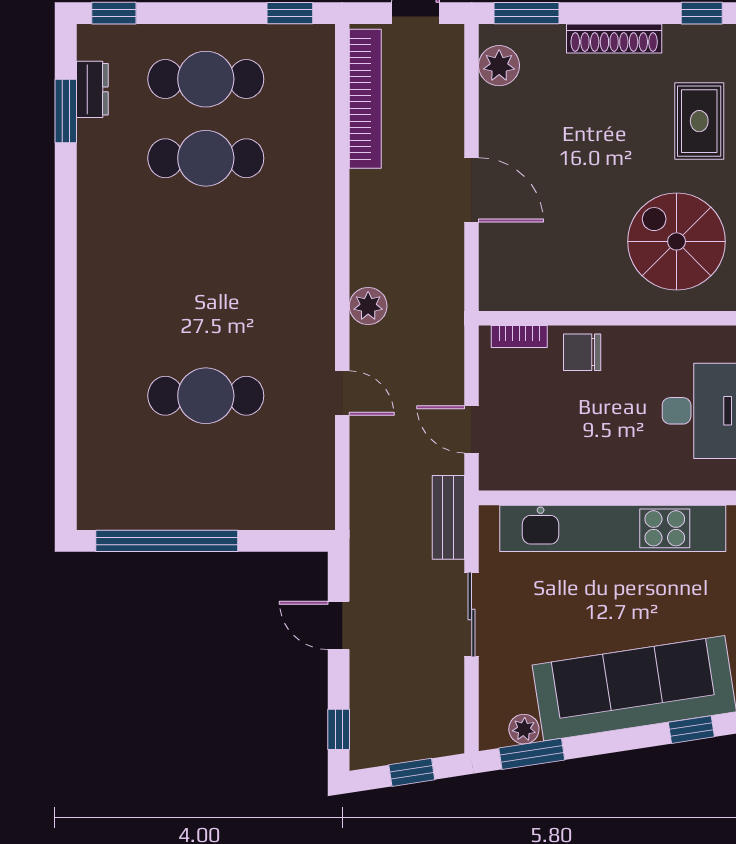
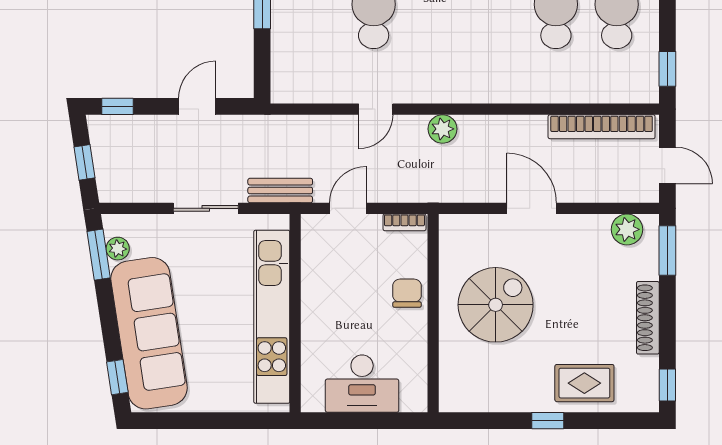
door: (472, 190) -> (532, 208), swing flipped
spiral stairs: (677, 241) -> (496, 305), moved
bookcase: (519, 337) -> (404, 222), moved, turned -90

